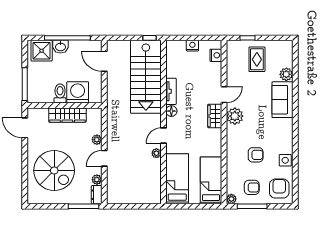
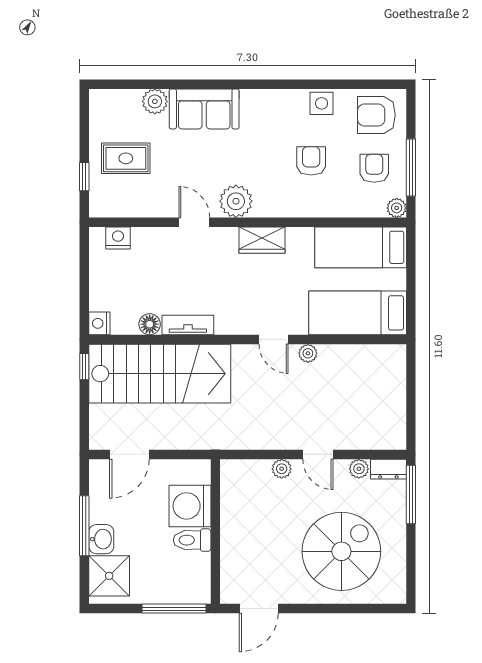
window: (67, 38) -> (84, 526), width x0.68
nightstand: (192, 46) -> (99, 323), moved
floor lamp: (171, 111) -> (150, 324), moved
wardrobe: (67, 115) -> (234, 526), removed
wardrobe: (215, 116) -> (262, 240), moved

